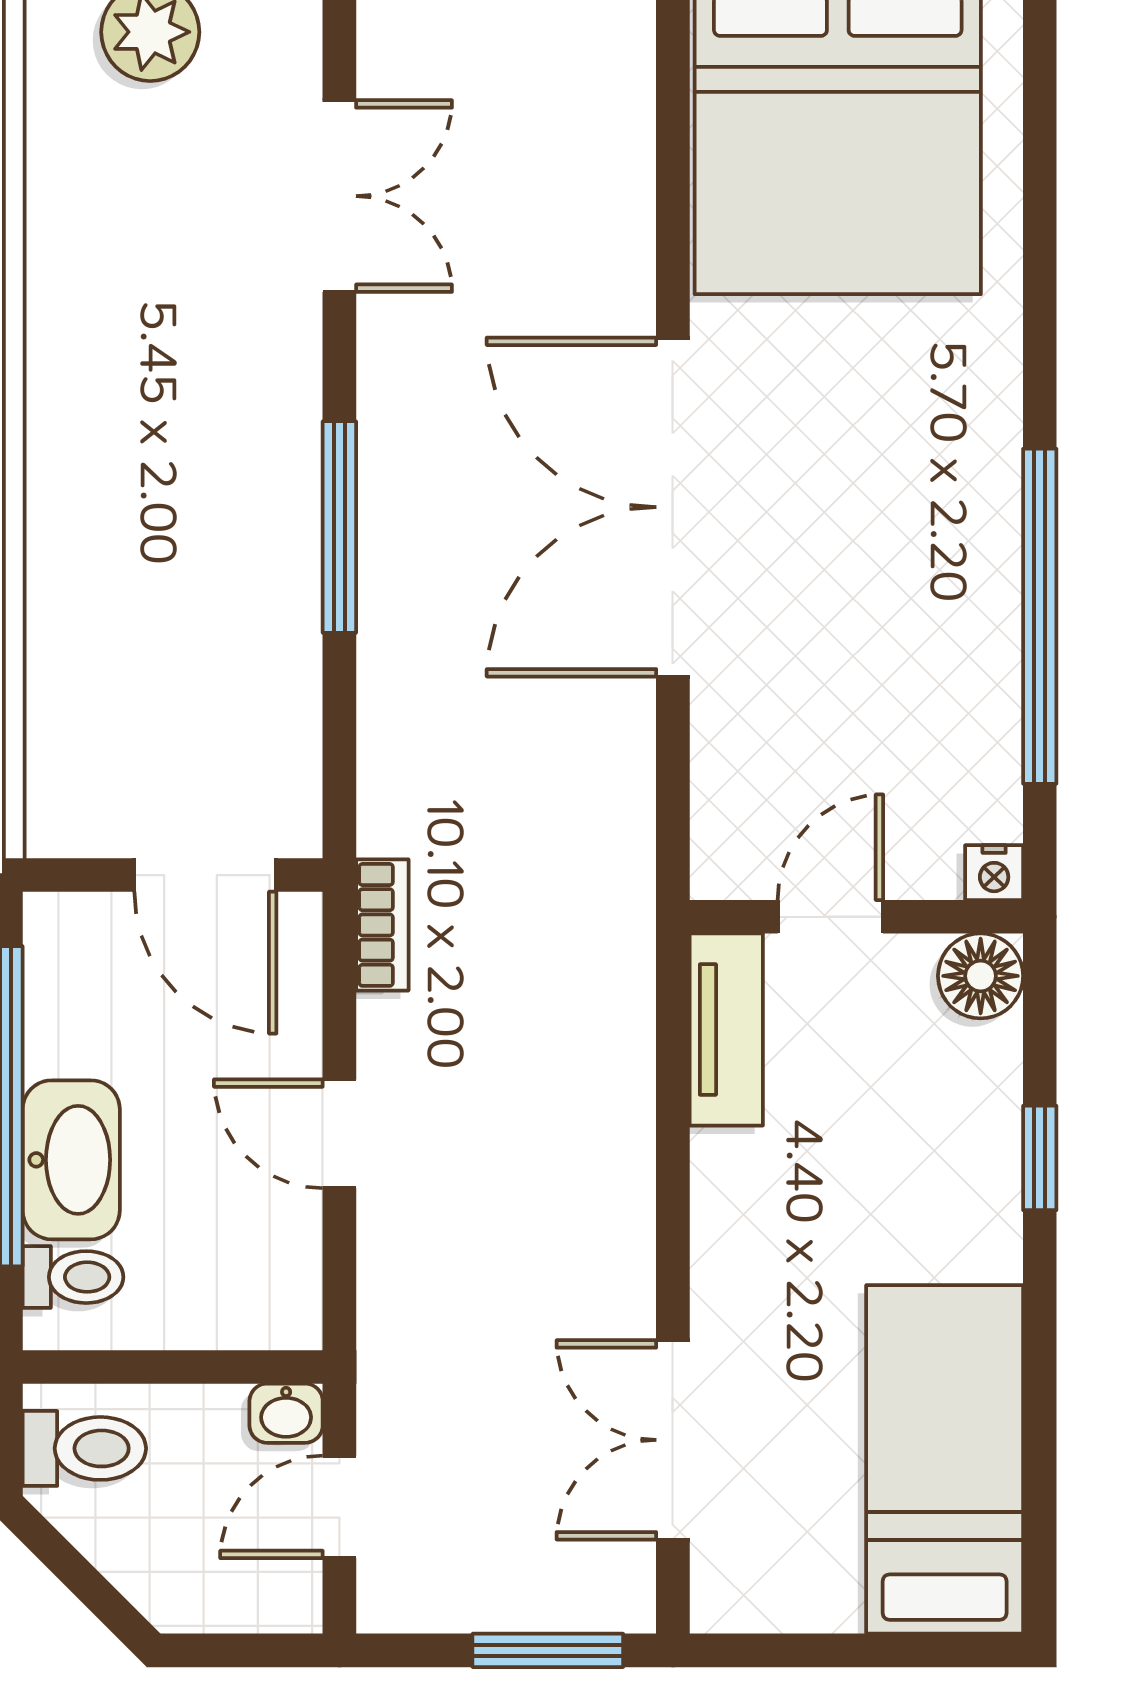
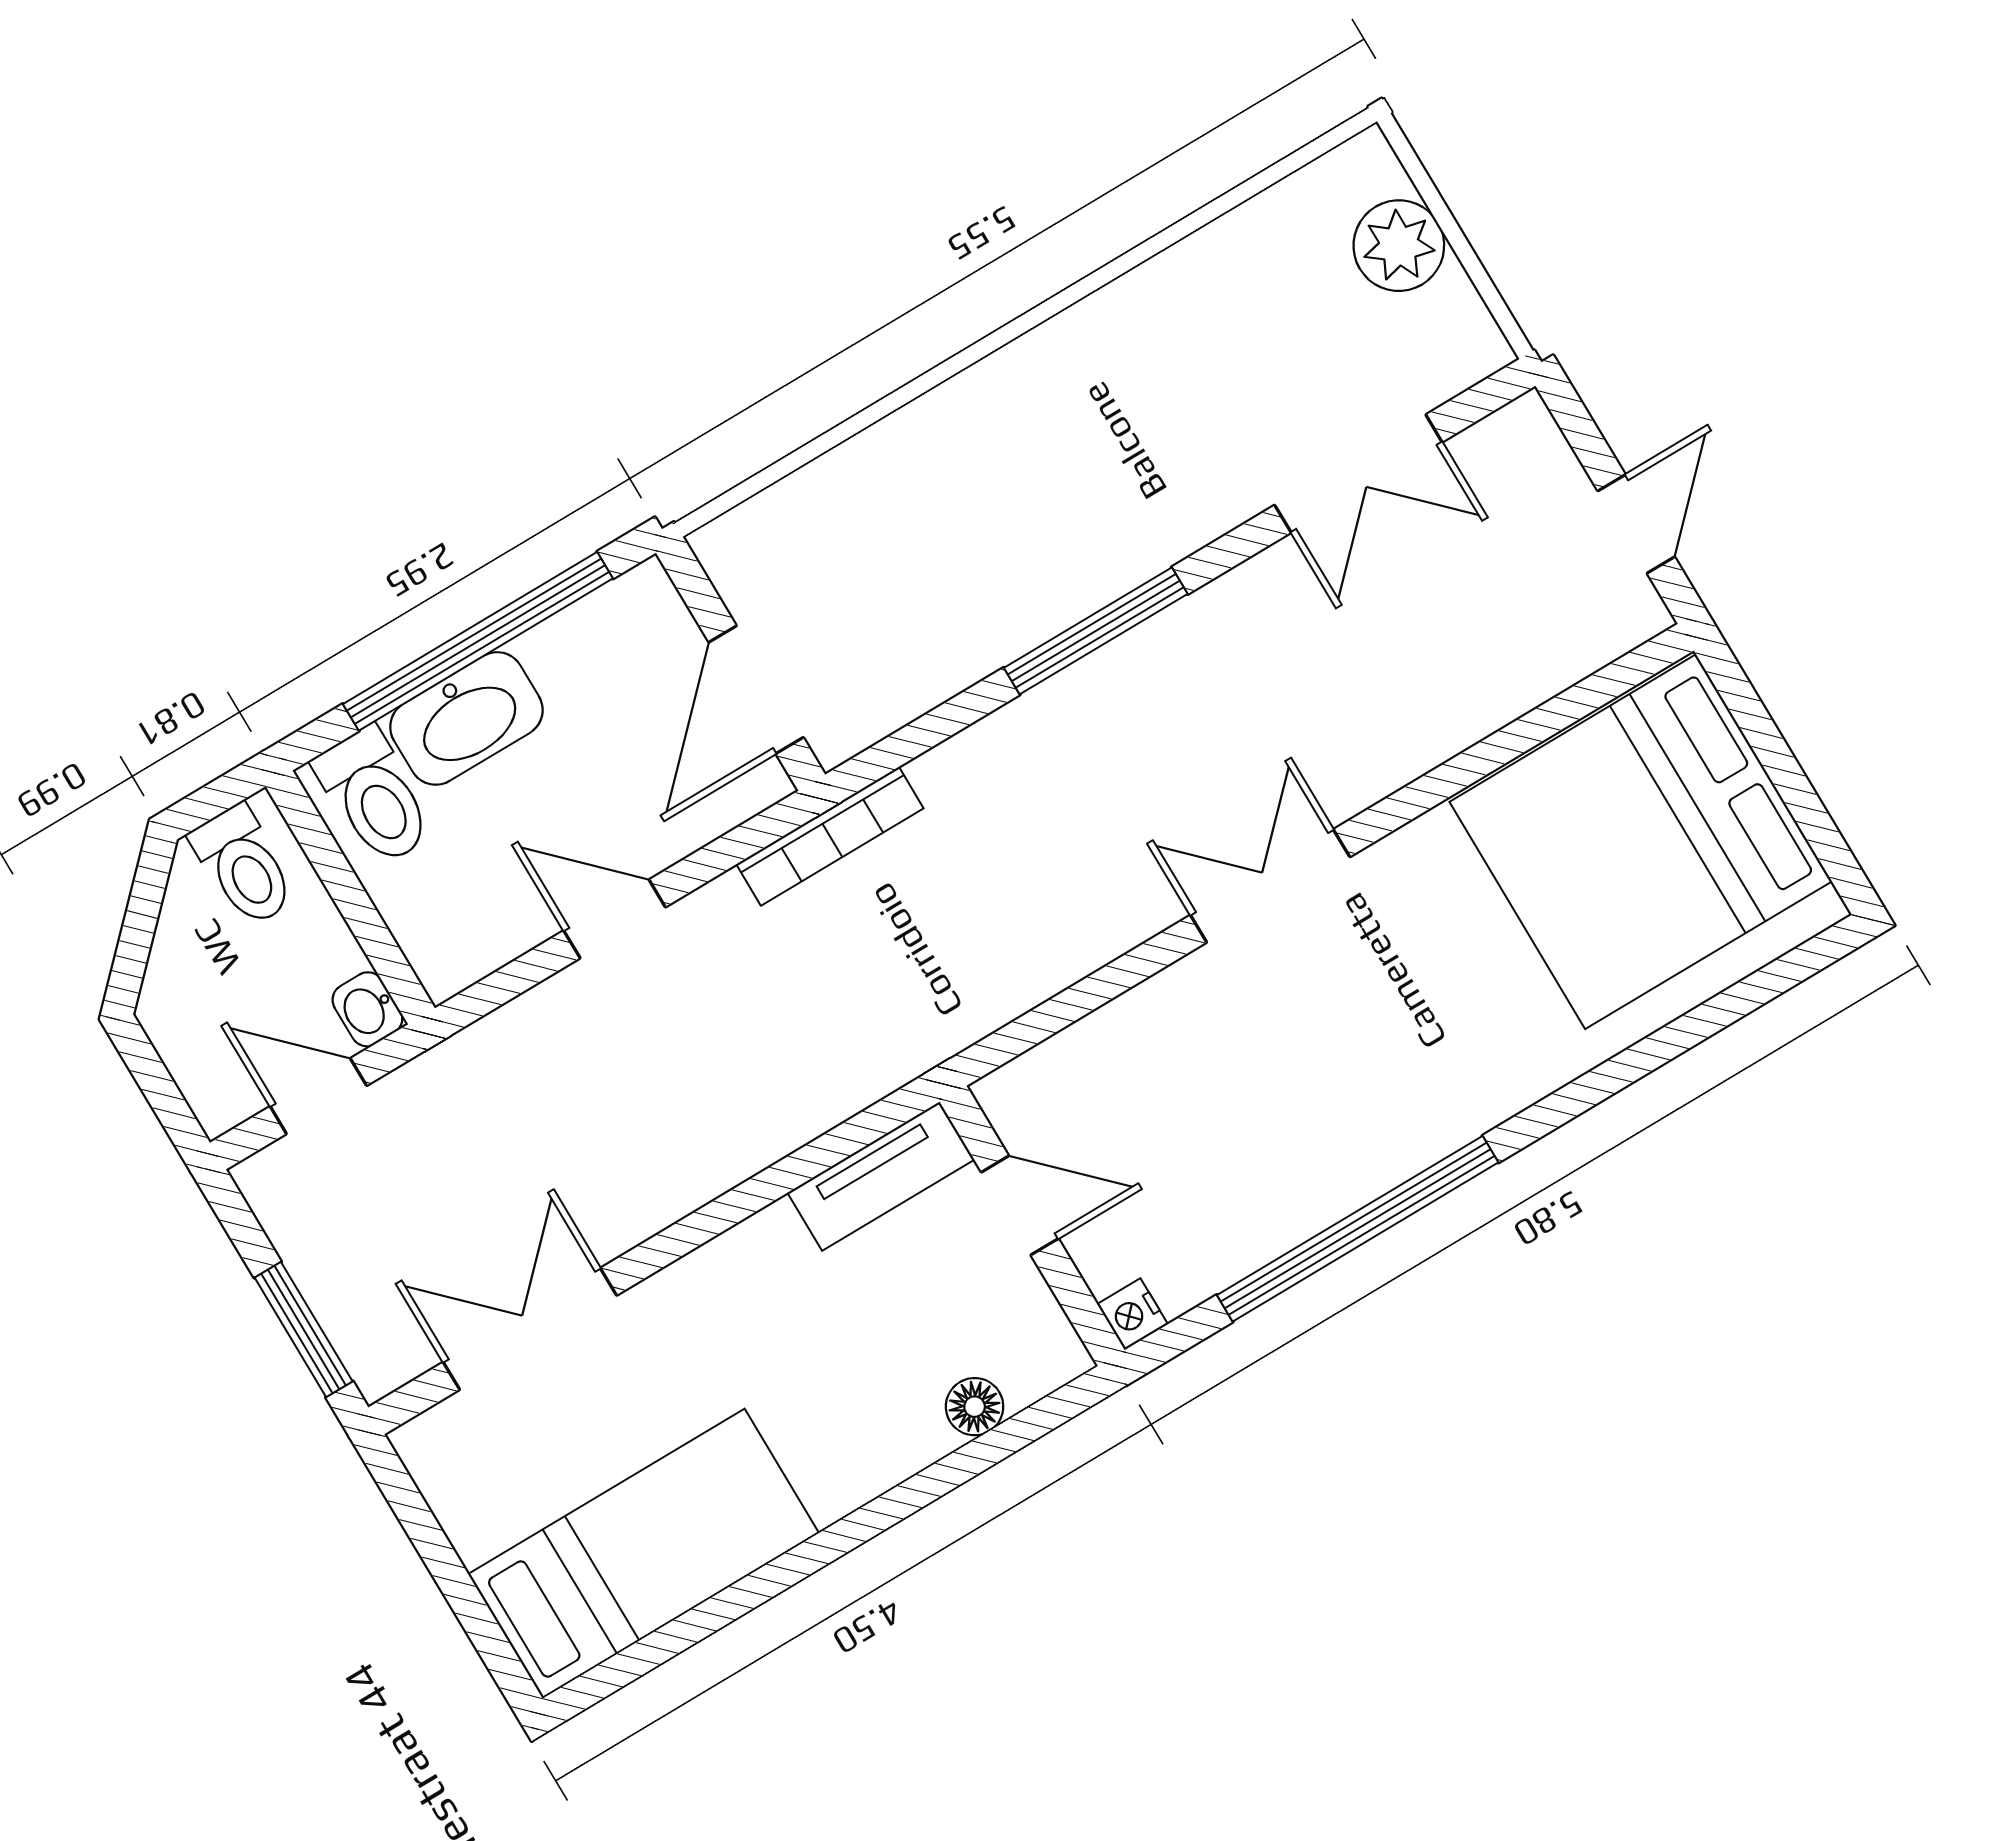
double door: (673, 507) -> (1270, 886), width x0.54
bookcase: (382, 925) -> (830, 836), width x1.56
floor lamp: (981, 976) -> (975, 1407), moved, width x0.73, depth x0.73
door: (339, 1134) -> (615, 919), hinge flipped
window: (1040, 1158) -> (928, 1486), removed
toilet: (73, 1277) -> (374, 796), width x1.37, depth x1.39

